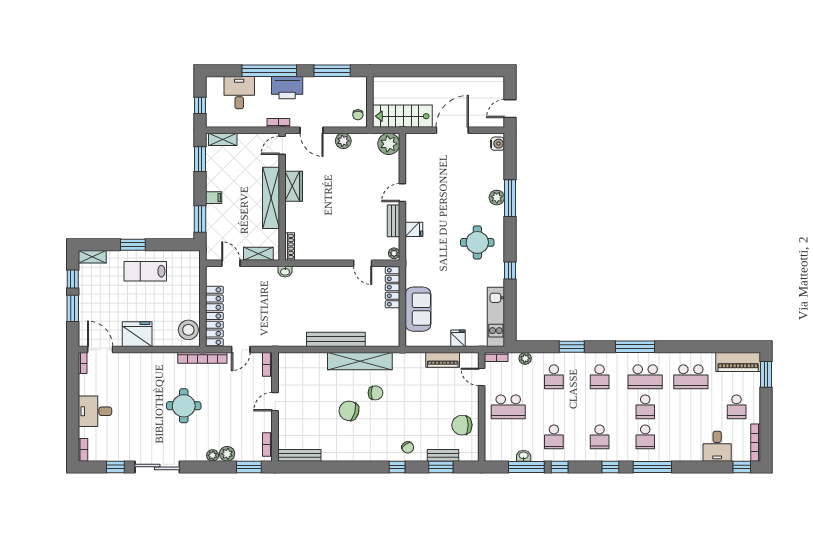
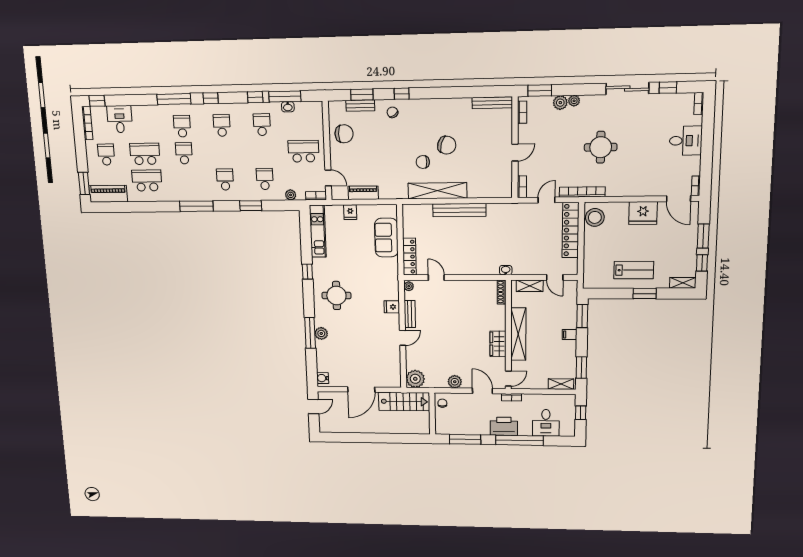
school desk: (645, 377) -> (145, 154), moved

